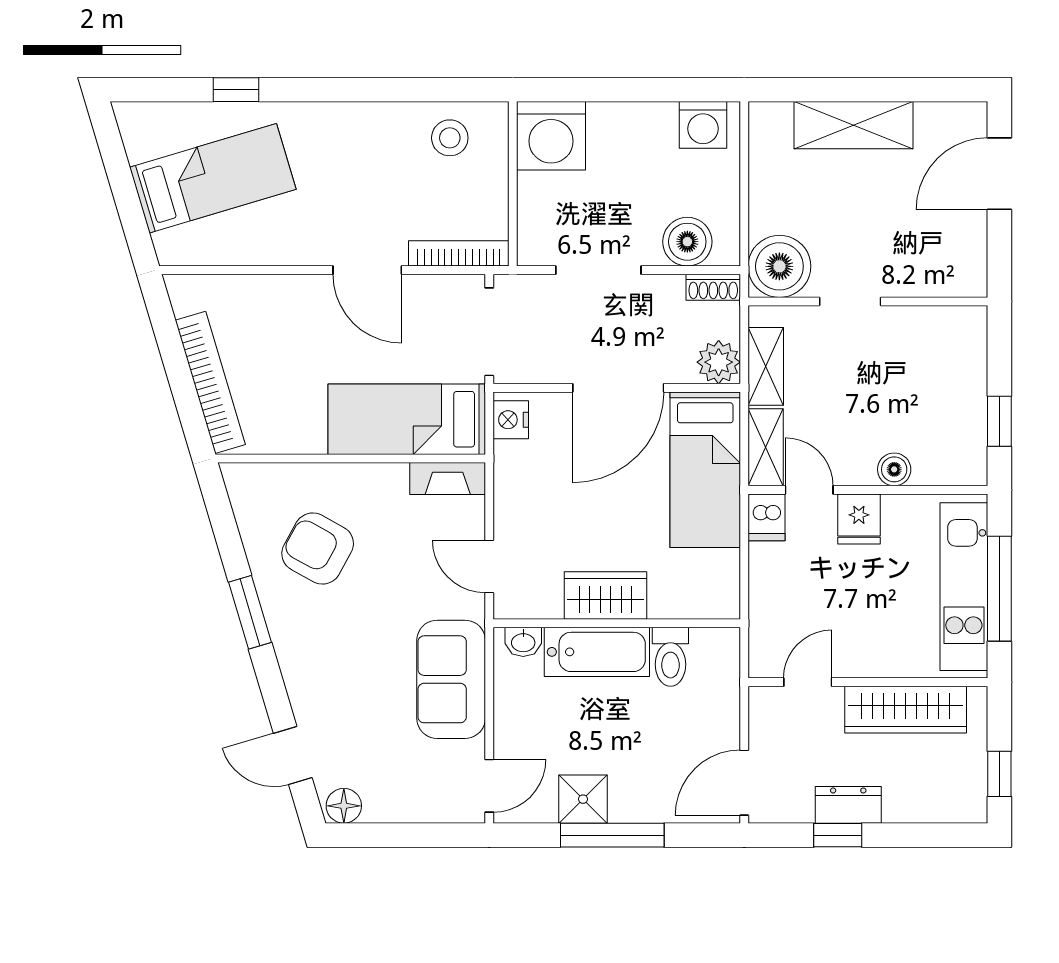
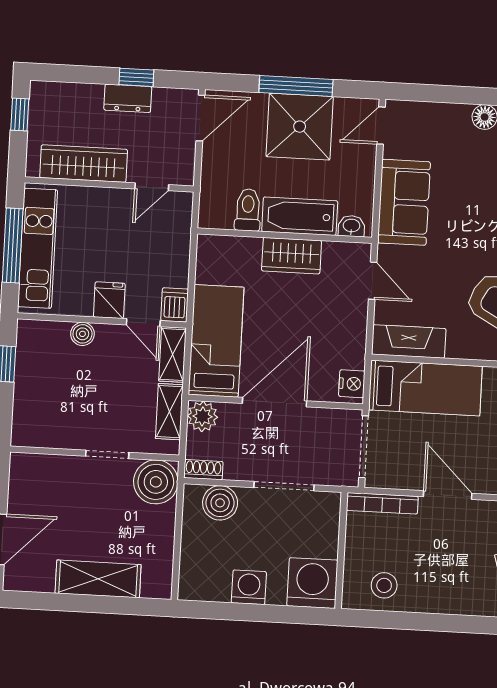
washing machine: (703, 125) -> (249, 587), moved
fireplace: (448, 478) -> (409, 341), width x1.37, depth x1.32
shower: (583, 799) -> (300, 127), width x1.86, depth x1.86

